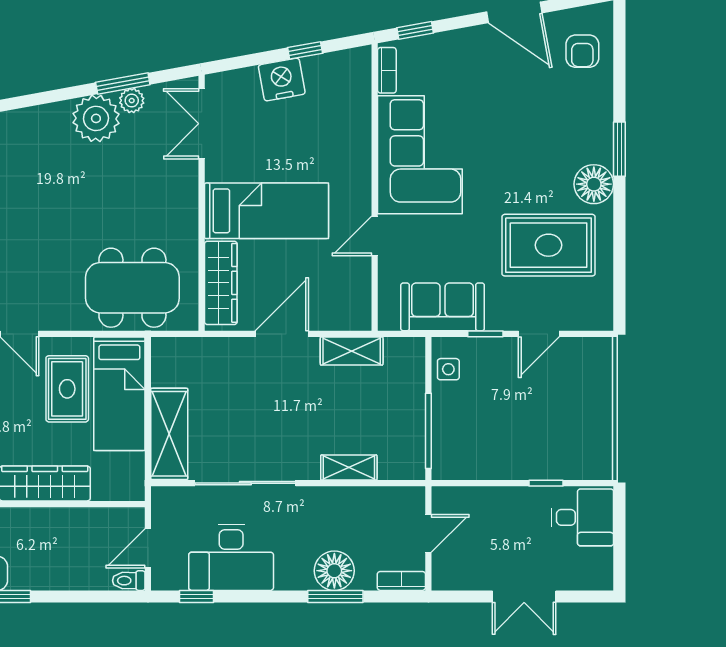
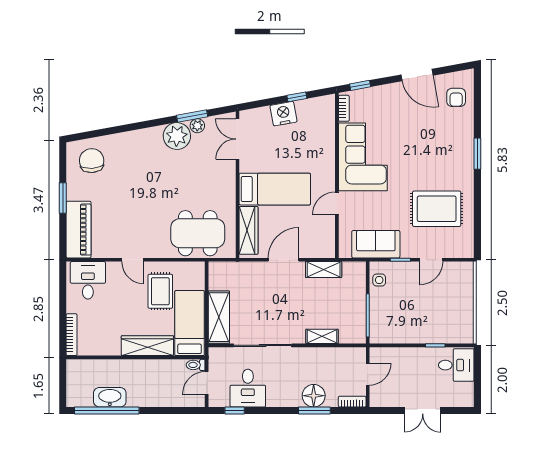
floor lamp: (594, 184) -> (463, 174), removed
bed: (119, 394) -> (190, 323), moved, turned 180
desk: (231, 557) -> (248, 388), width x0.73
toilet: (129, 581) -> (196, 365), moved

